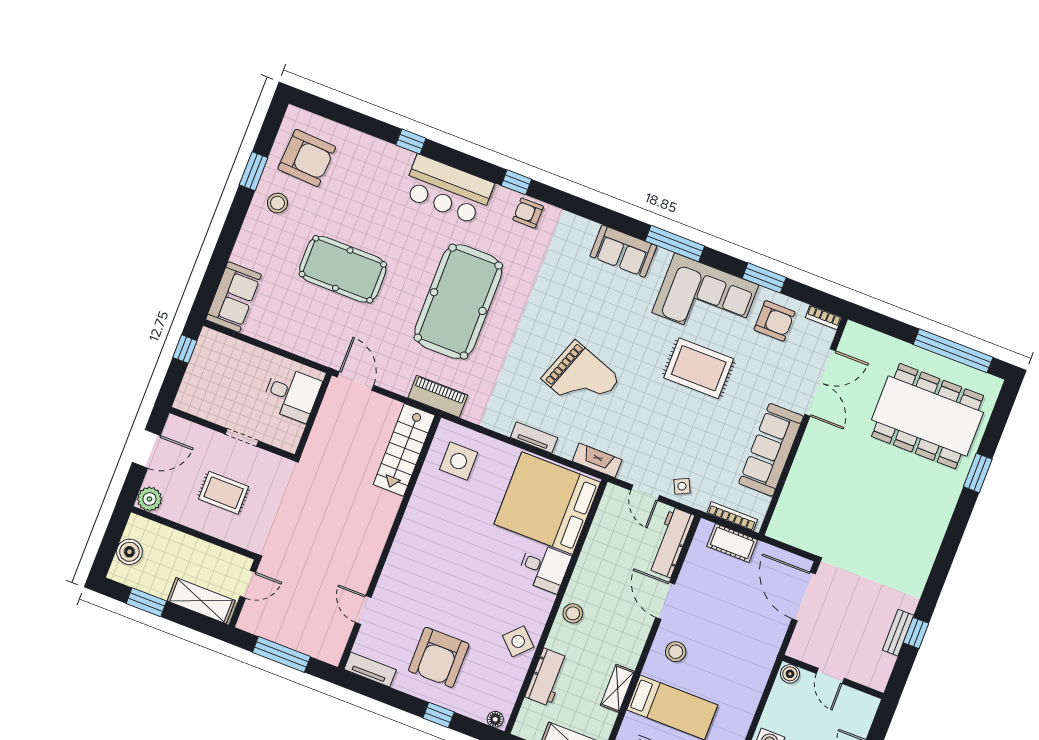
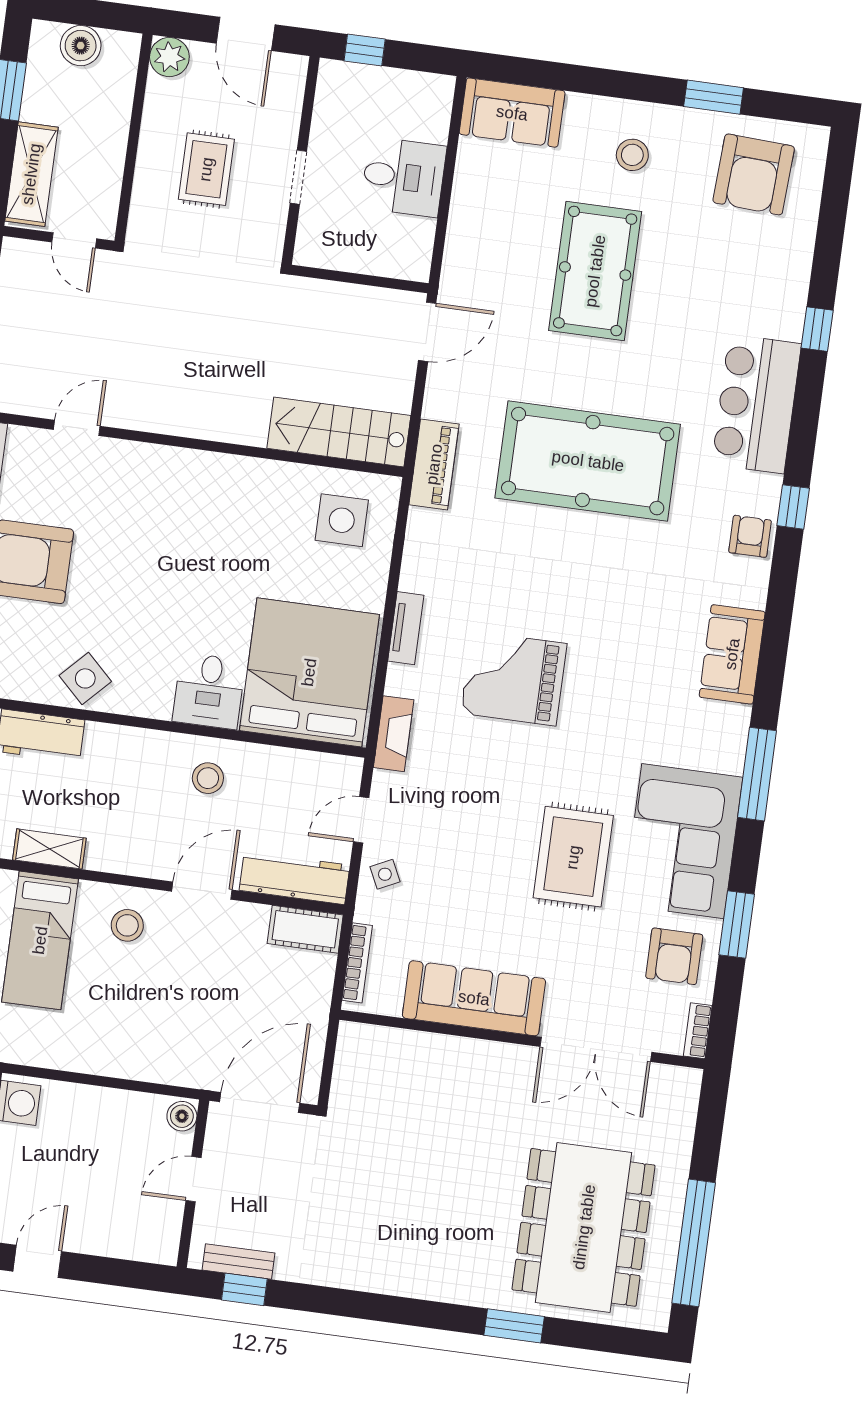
stool: (278, 203) -> (632, 155), moved
sofa: (623, 251) -> (732, 654), moved
window: (185, 349) -> (365, 50), moved
grand piano: (581, 379) -> (514, 678), turned 70
desk: (291, 394) -> (403, 177), moved, turned -90
cot: (732, 543) -> (305, 929), moved, turned 90
stool: (573, 613) -> (208, 778), moved
boiler: (790, 674) -> (182, 1116), moved
door: (830, 676) -> (194, 1179), moved
wall: (833, 677) -> (193, 1184), moved

